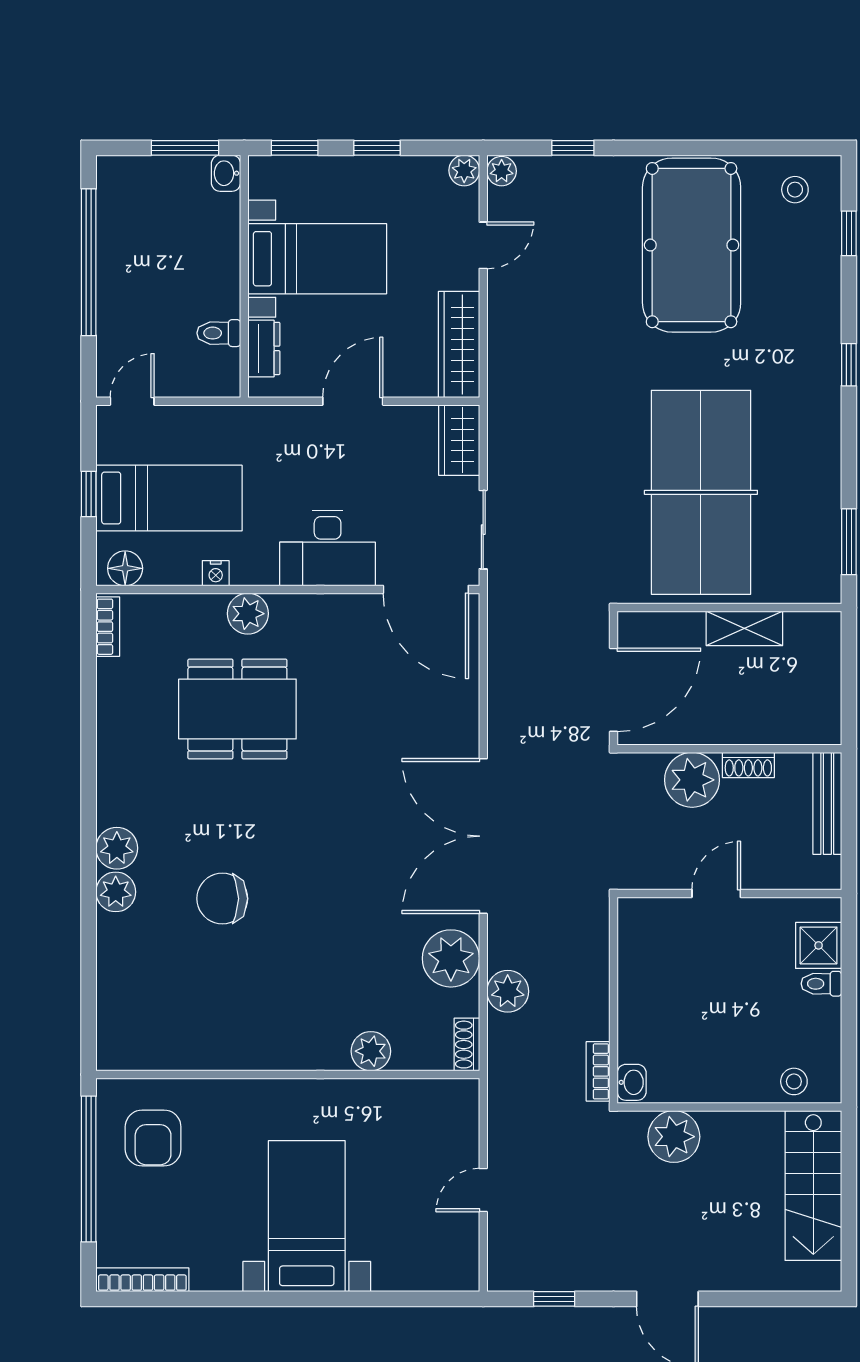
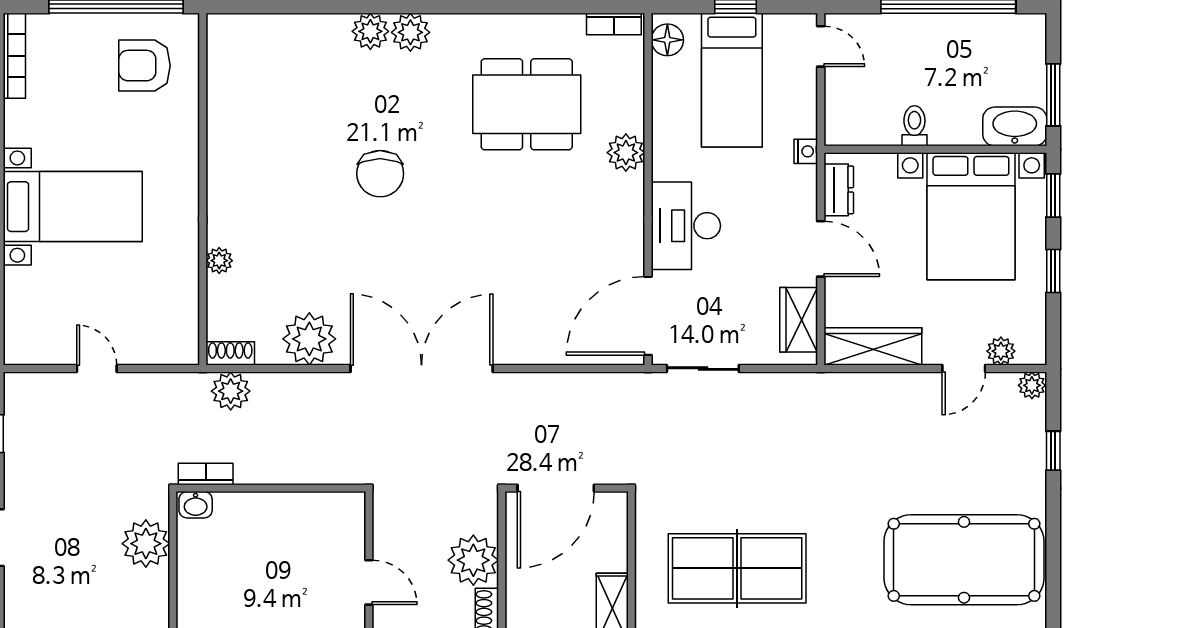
plant: (464, 170) -> (1001, 351), moved
washbasin: (226, 173) -> (1015, 126), width x1.91, depth x1.45
door: (483, 245) -> (964, 369), hinge flipped
bed with nightstands: (317, 259) -> (971, 216), width x1.36
toilet: (219, 333) -> (914, 126), moved
dresser: (264, 348) -> (839, 190), moved, turned -90
wardrobe: (459, 440) -> (799, 320), moved, turned -90
table tennis table: (701, 492) -> (737, 568), width x0.73, depth x0.76
nightstand: (216, 573) -> (806, 151), moved, turned 180
door: (614, 690) -> (556, 488), hinge flipped
dining table: (237, 709) -> (527, 104), moved, turned 90
chair: (222, 899) -> (380, 174), moved, turned 180
plant: (508, 991) -> (231, 391), moved
plant: (371, 1051) -> (219, 261), width x0.73, depth x0.73

